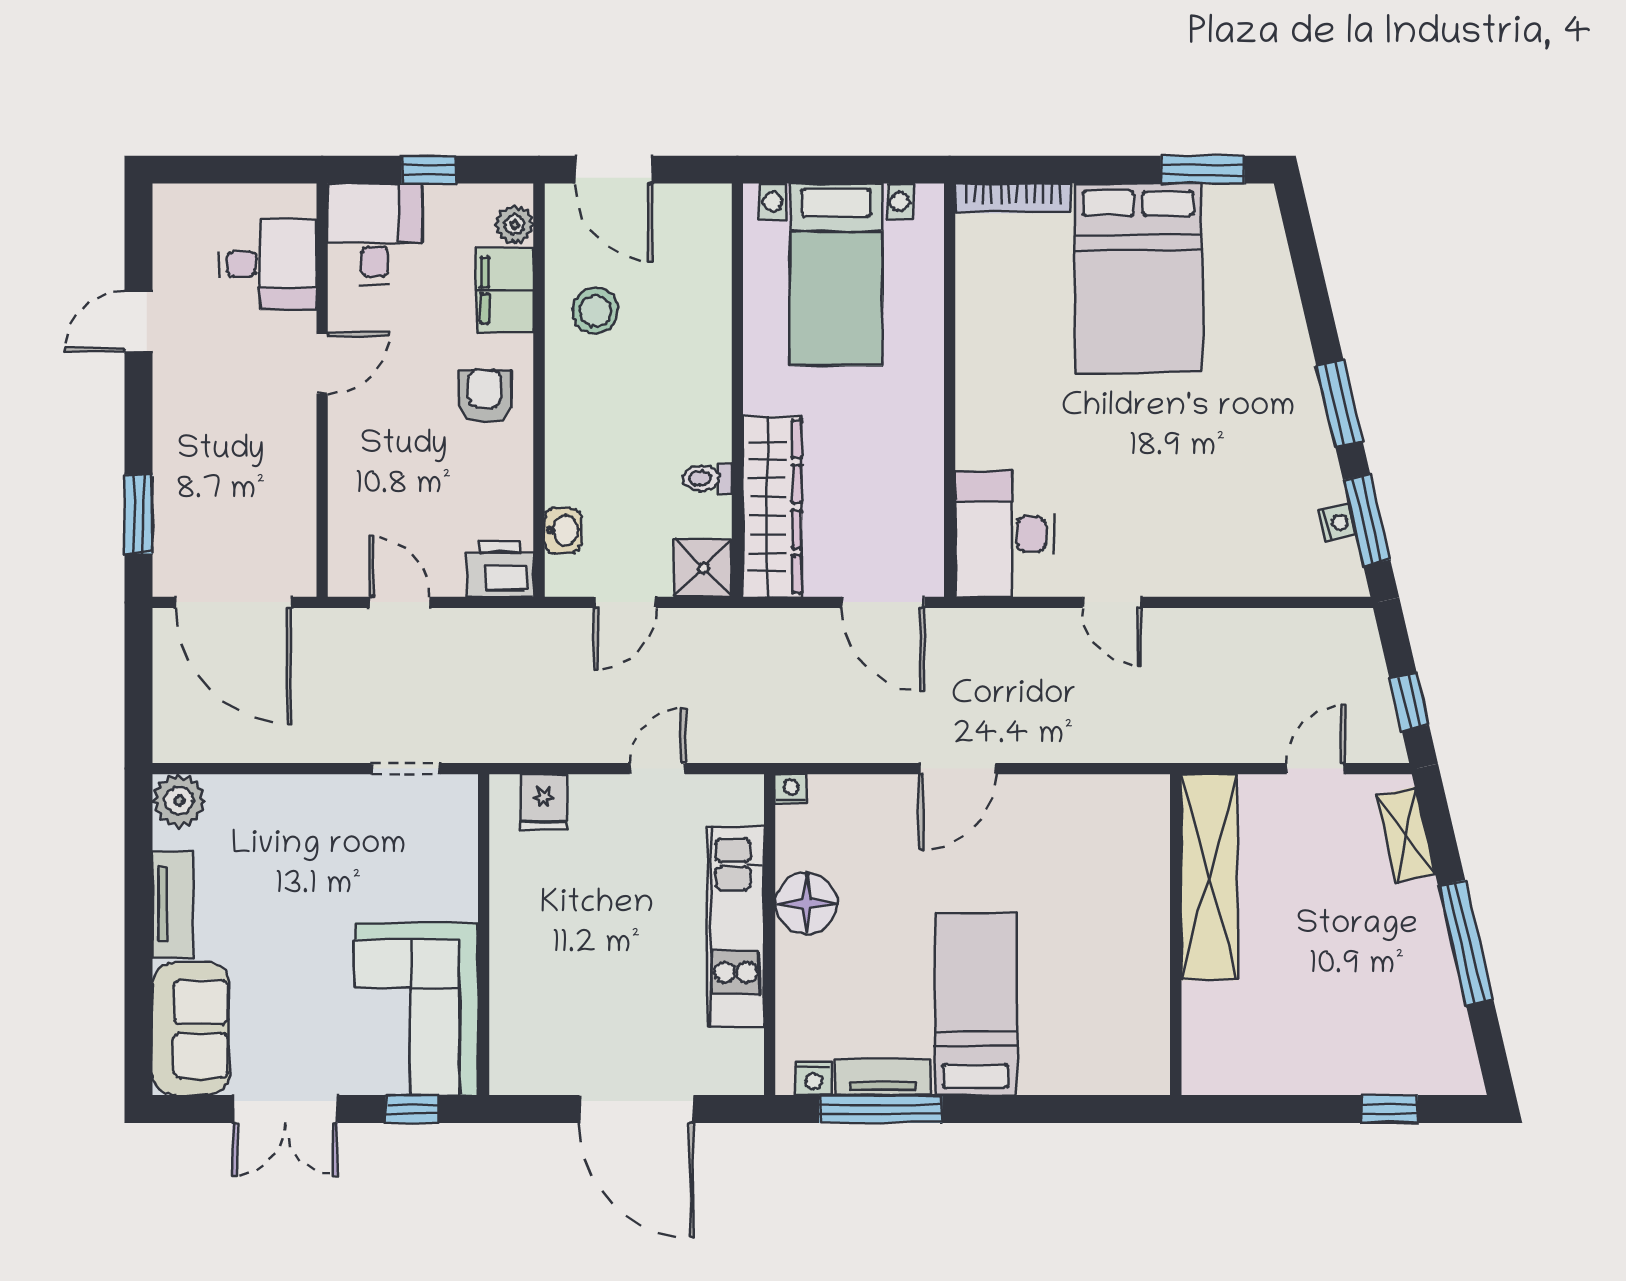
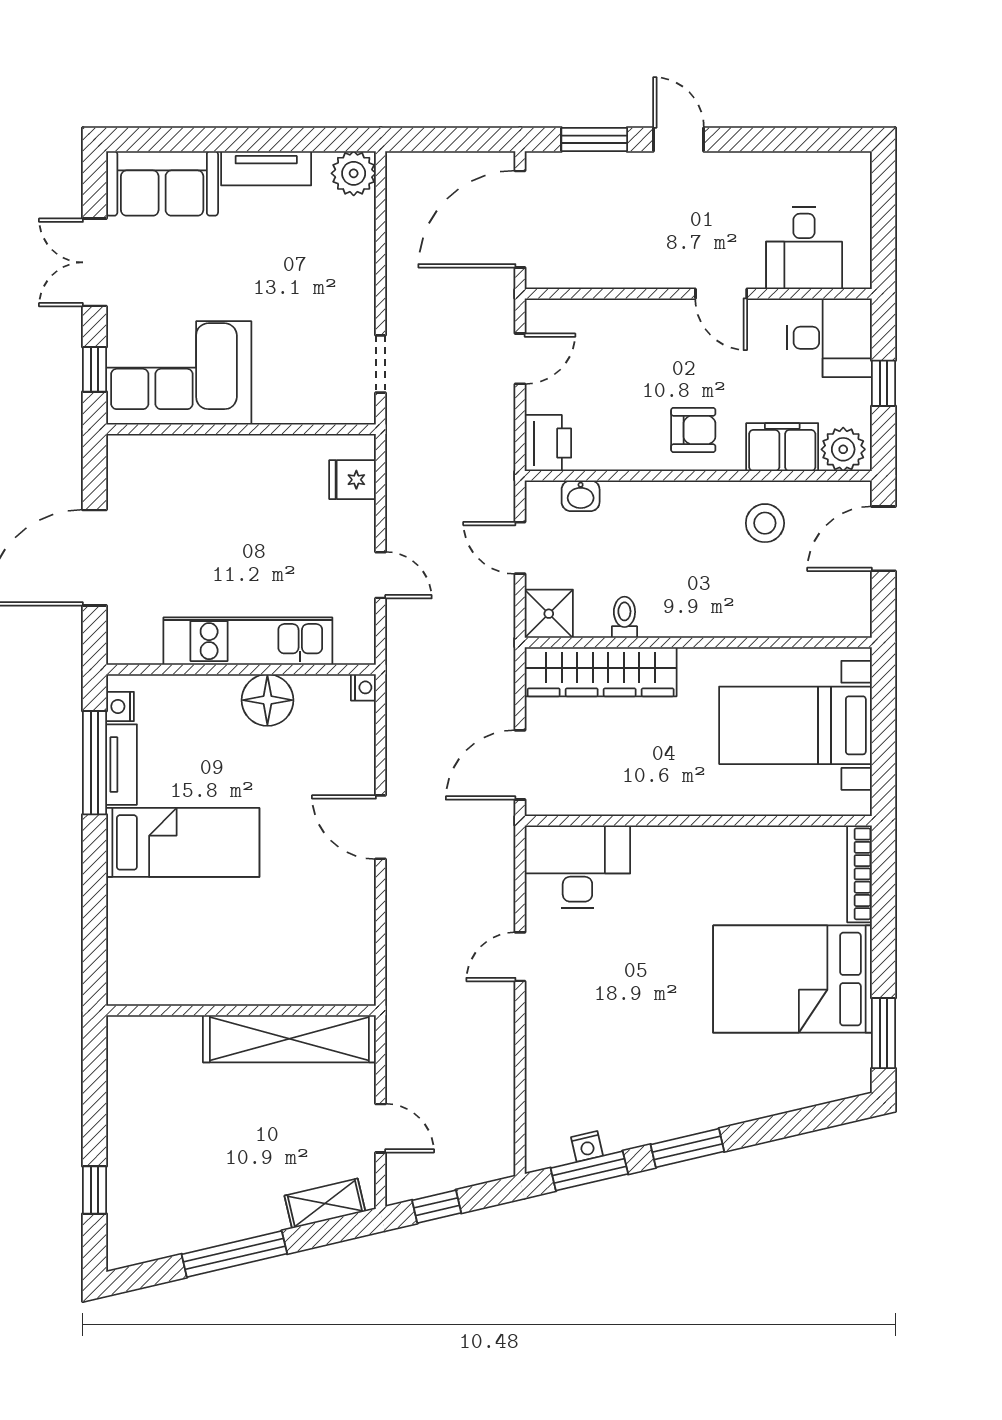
plant: (515, 225) -> (843, 449), width x1.38, depth x1.38
door: (139, 321) -> (679, 139), moved

